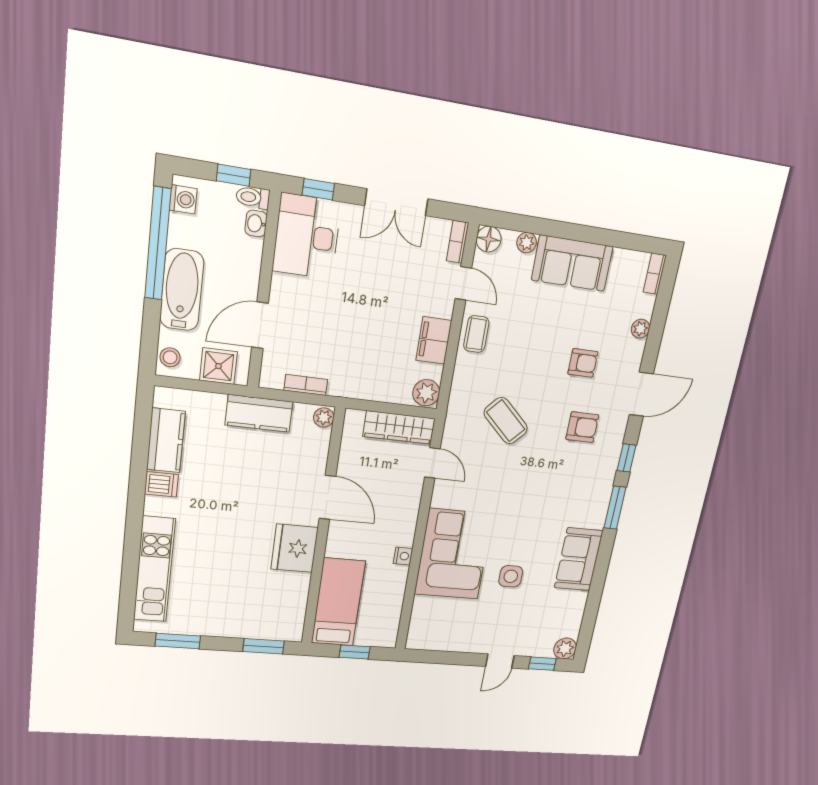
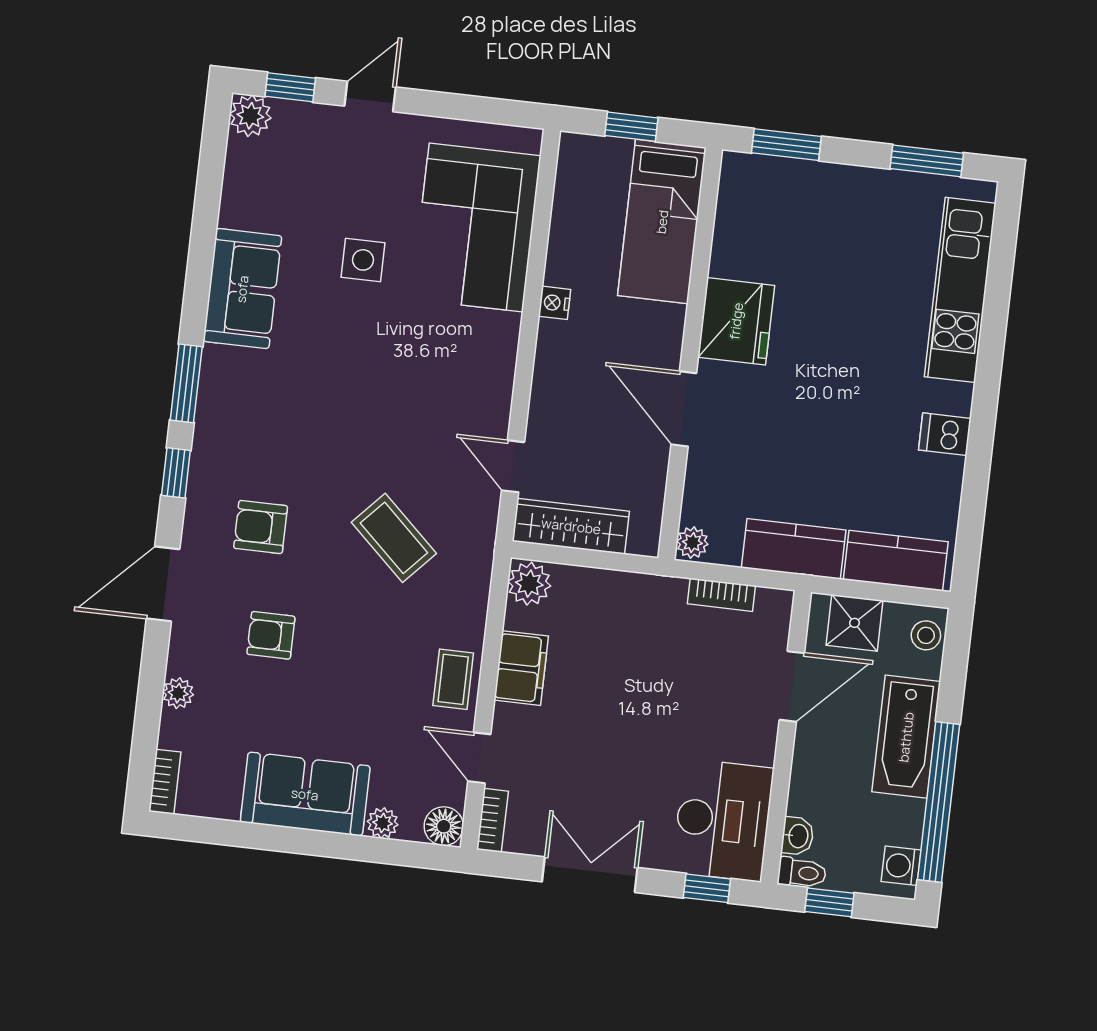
kitchen counter: (166, 440) -> (896, 561), moved, turned 90
corner sofa: (454, 554) -> (476, 227), moved

